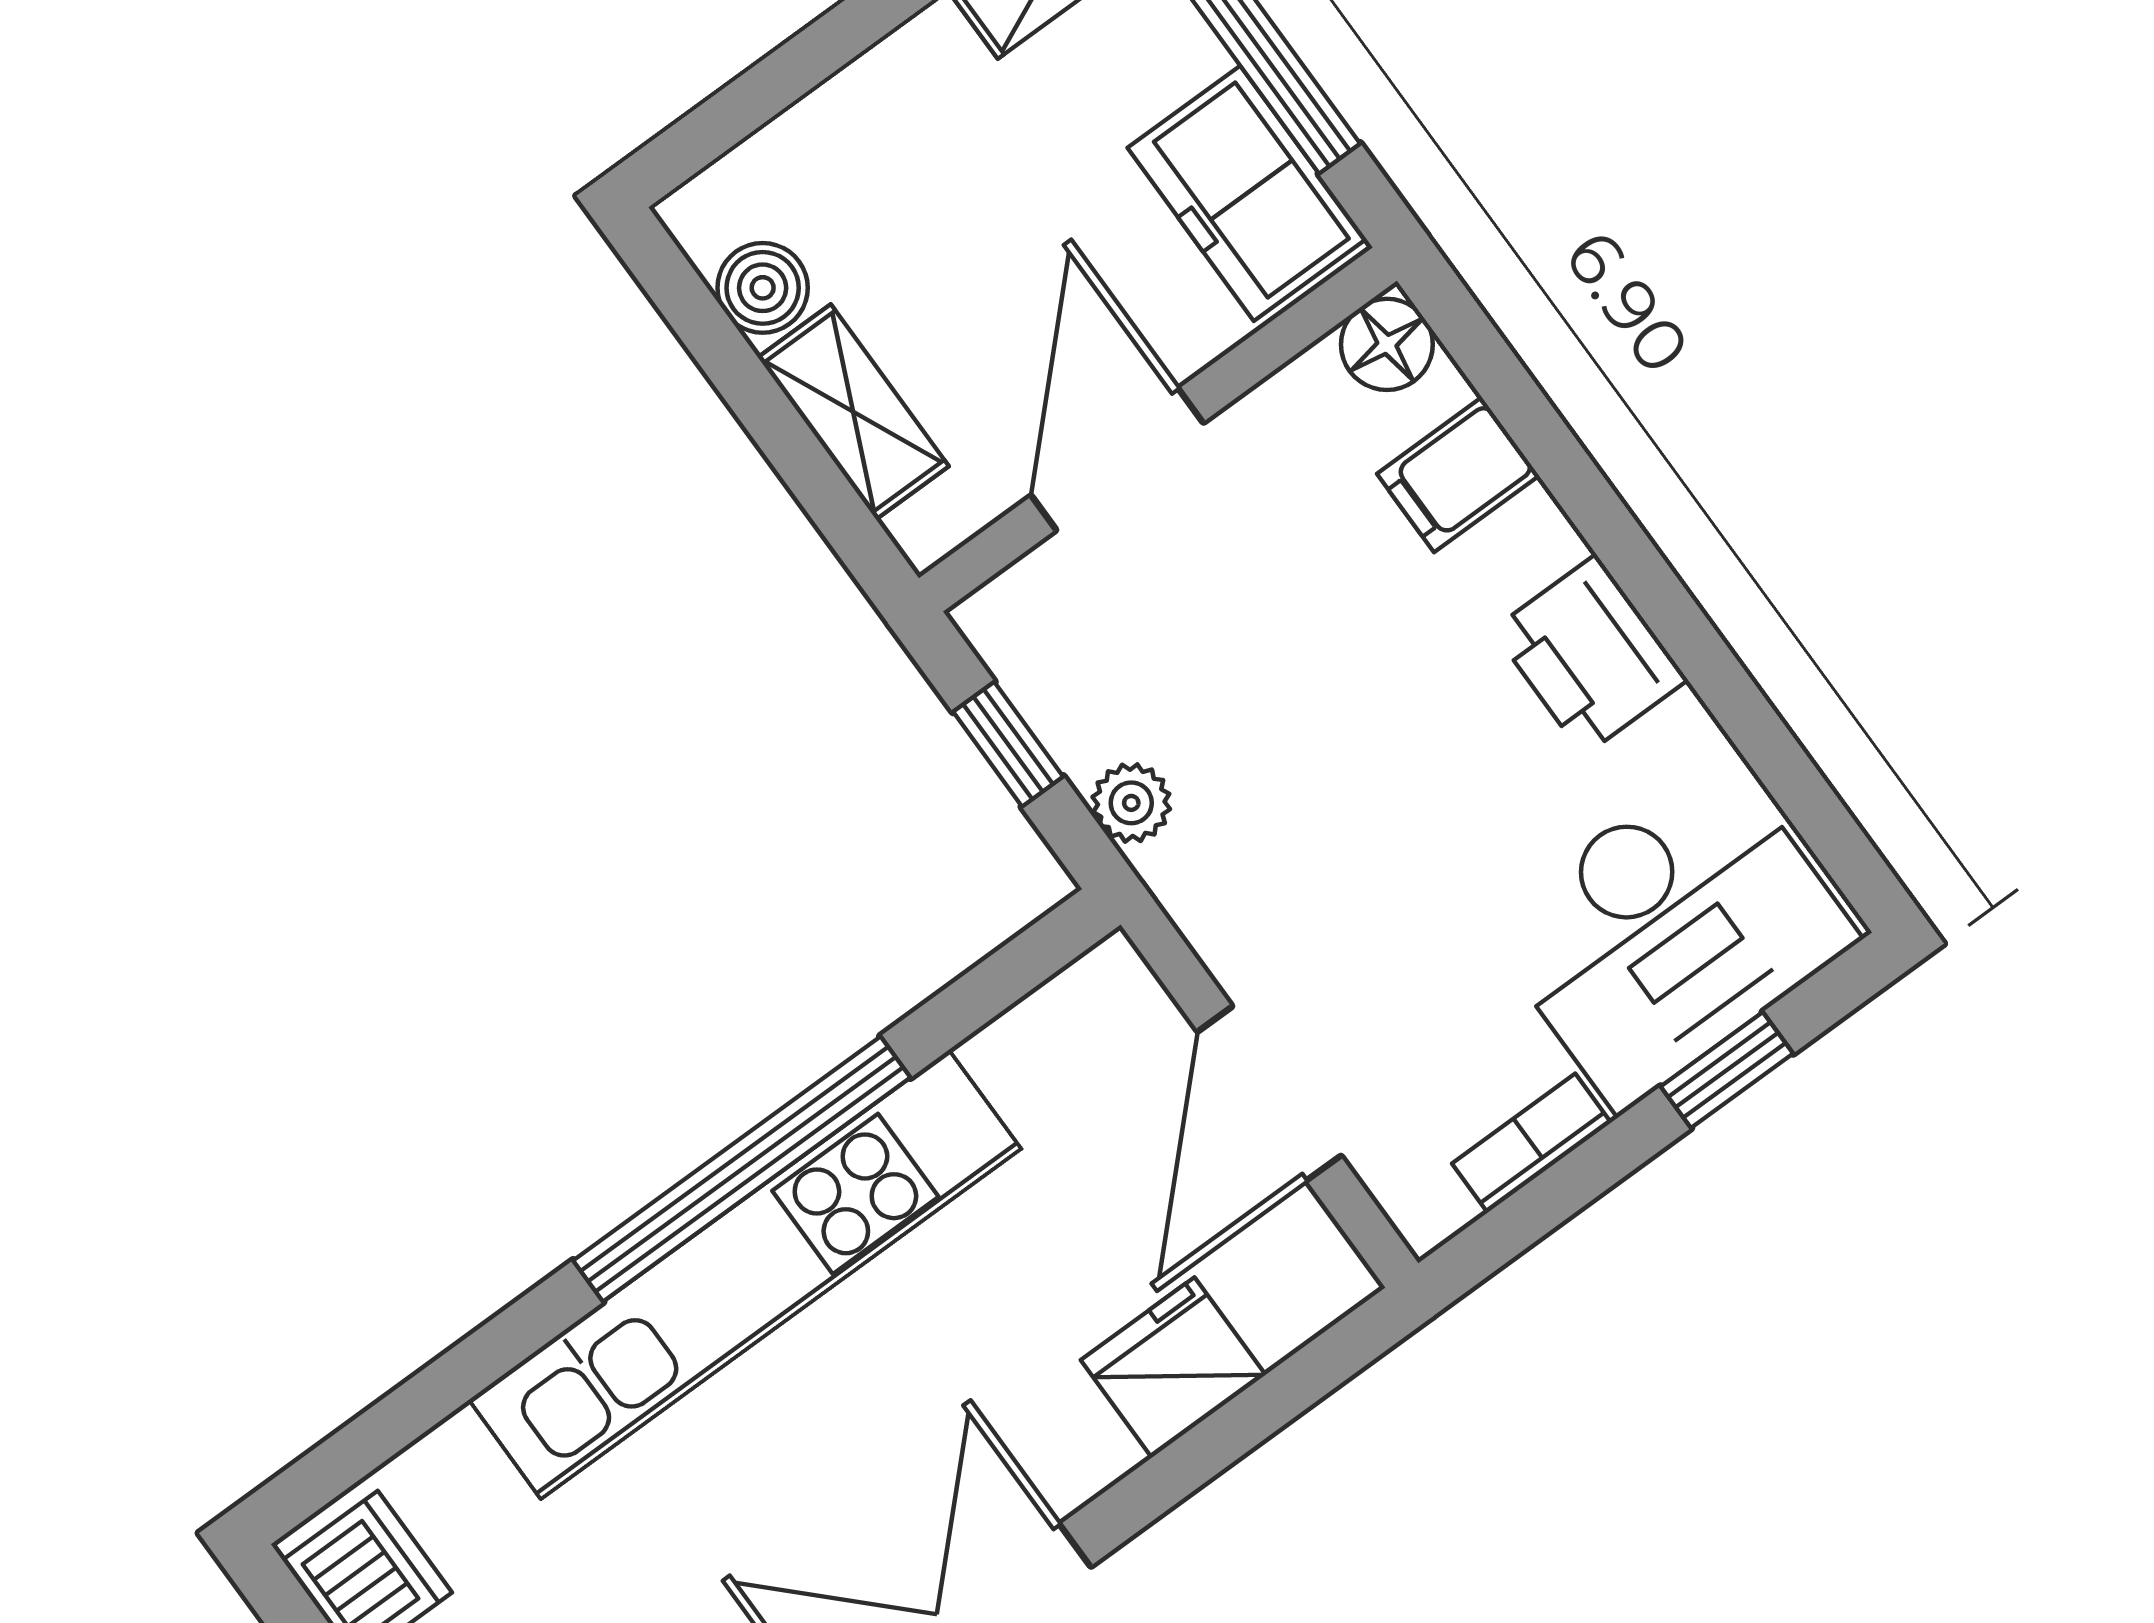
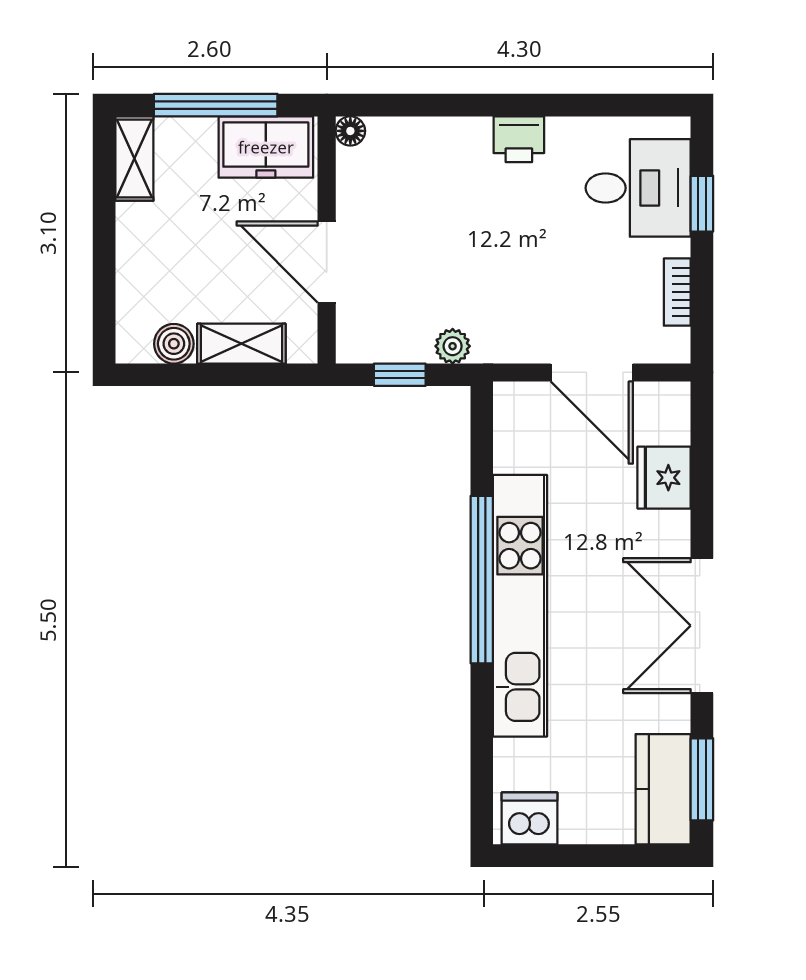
floor lamp: (1387, 344) -> (350, 131), width x0.73, depth x0.73
filing cabinet: (1458, 475) -> (421, 145), removed
printer: (1590, 655) -> (519, 139), width x0.73, depth x0.81
desk: (1670, 932) -> (638, 188), width x0.73

